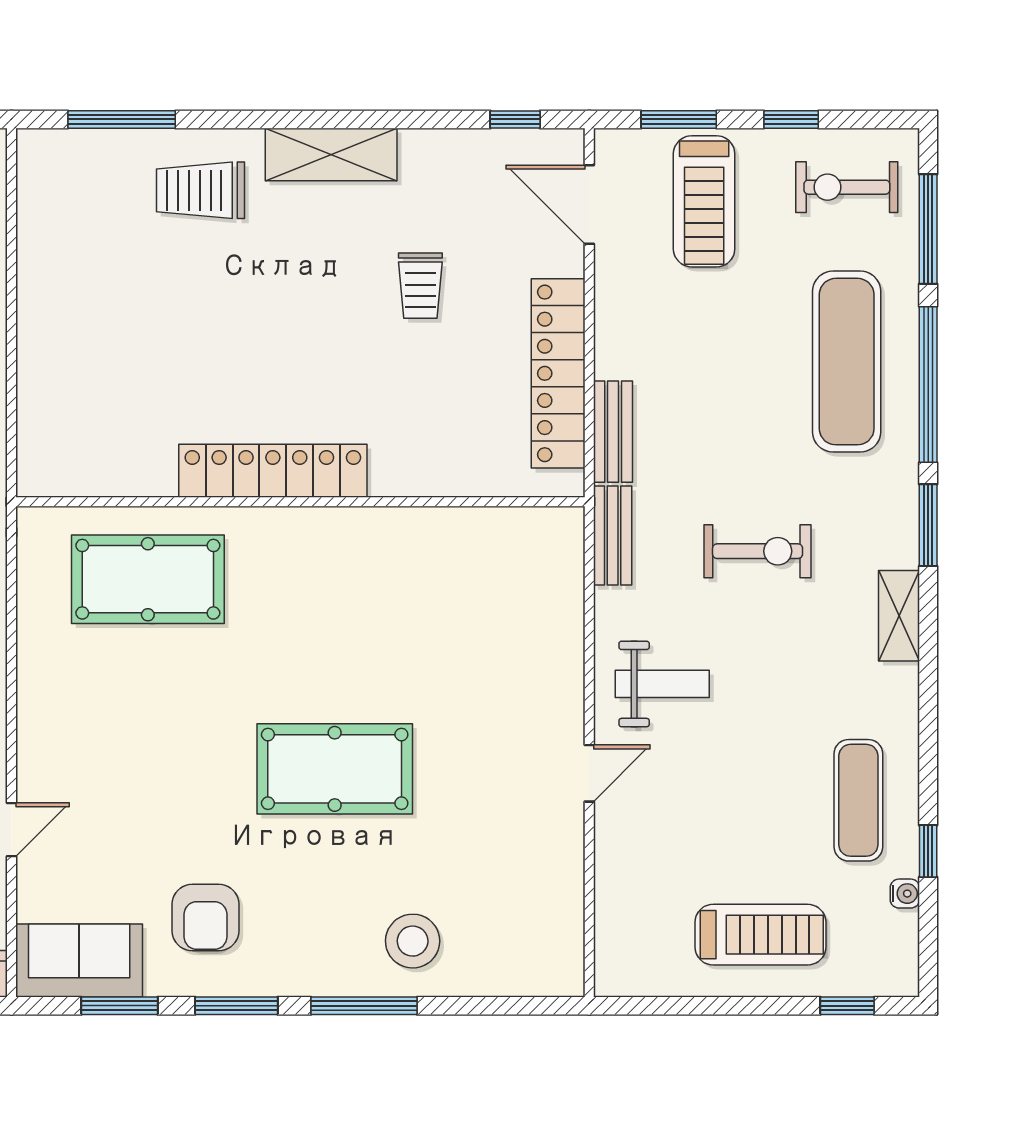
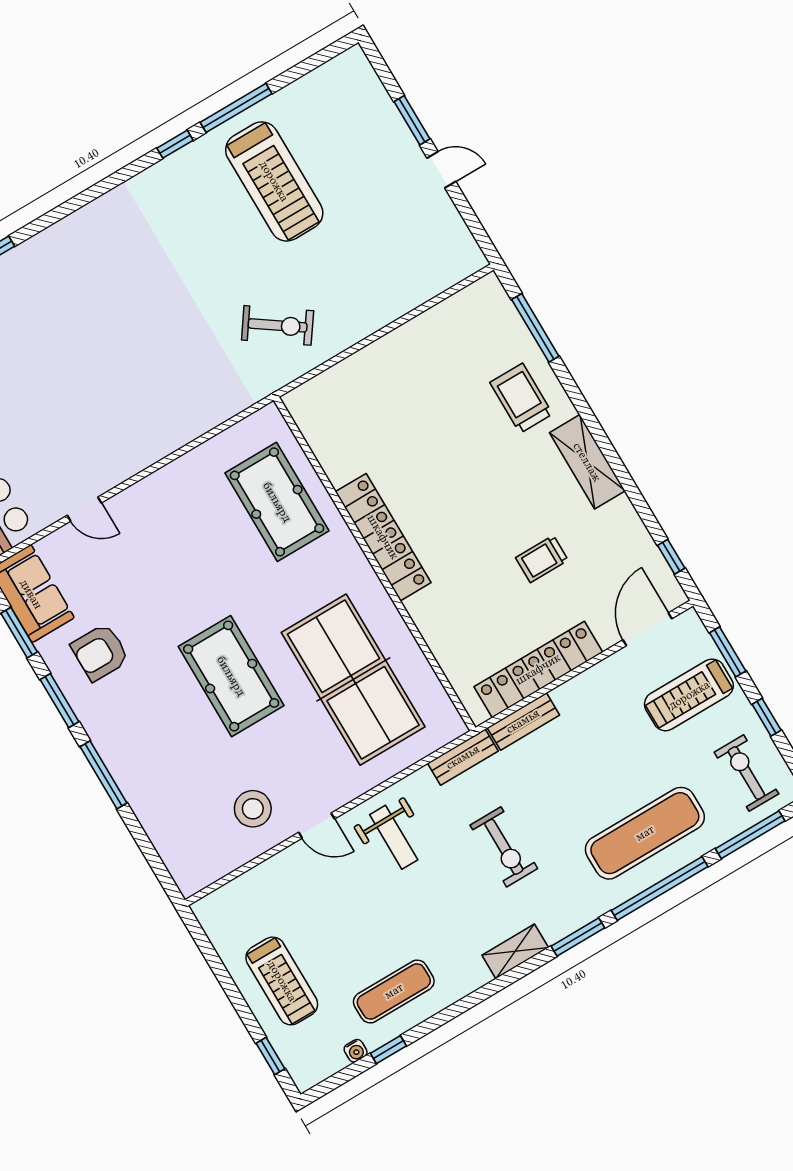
table tennis table: (431, 616) -> (353, 680), added
stool: (413, 941) -> (253, 809), moved

